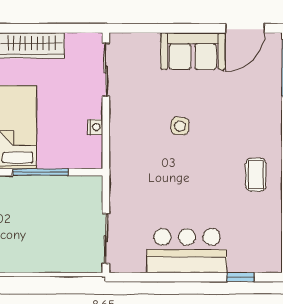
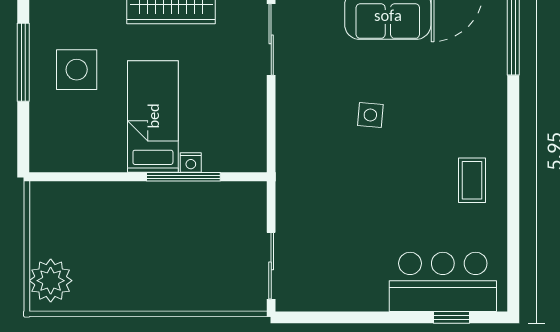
nightstand: (95, 127) -> (191, 163), moved, turned 90
bar counter: (187, 251) -> (443, 282), moved

